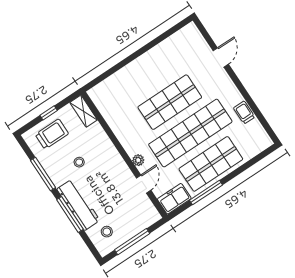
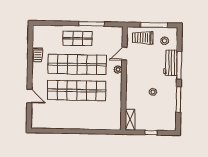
door: (221, 57) -> (29, 96), swing flipped
shop shelf: (170, 102) -> (77, 90), width x1.40
trolley: (52, 134) -> (143, 38), moved
shop shelf: (211, 164) -> (78, 38), width x0.70, depth x0.74
freezer: (174, 199) -> (113, 33), removed
workbench: (78, 205) -> (170, 63), width x0.73

